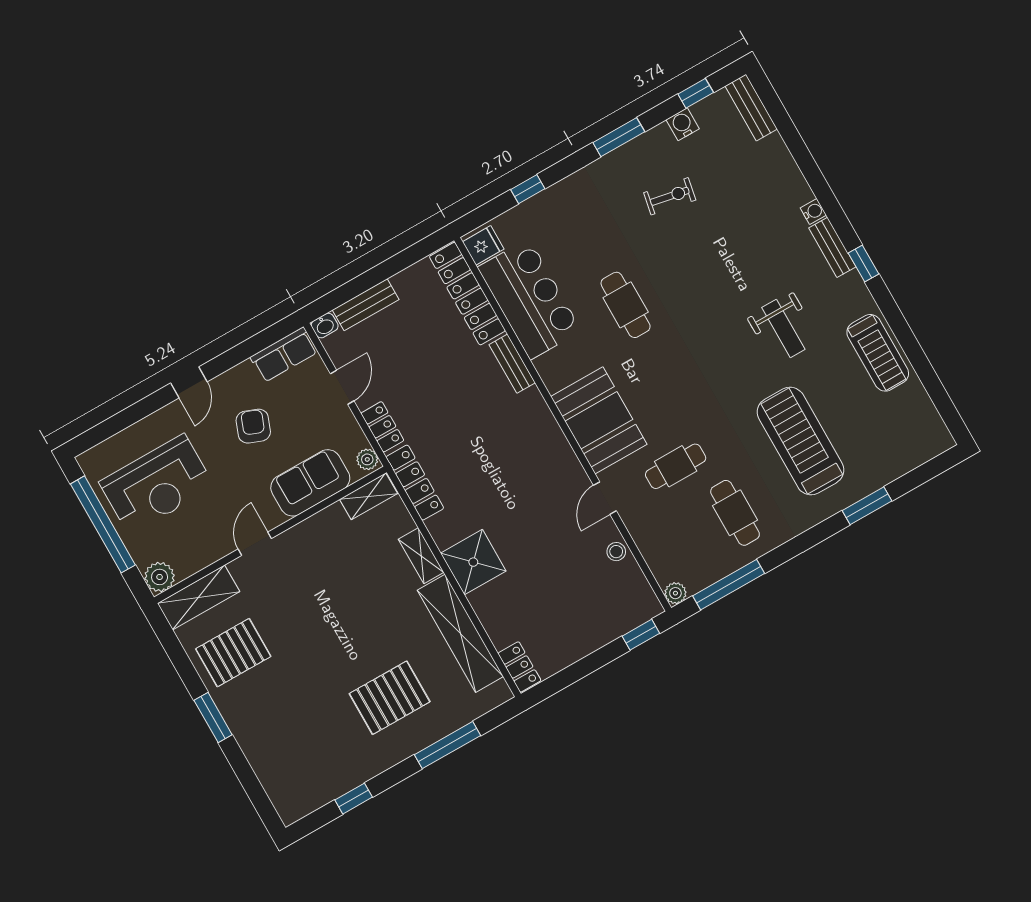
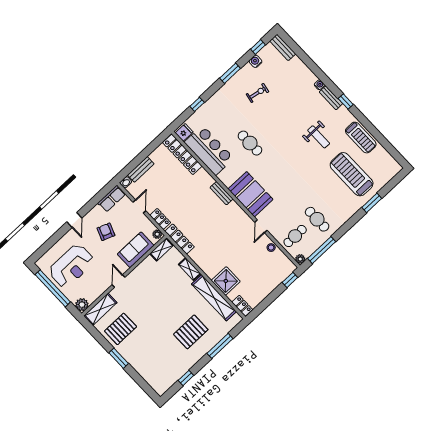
bench: (512, 364) -> (221, 193), moved
treadmill: (801, 441) -> (352, 174), moved
cafe table: (676, 466) -> (295, 236), moved
shower: (473, 562) -> (226, 281), moved

